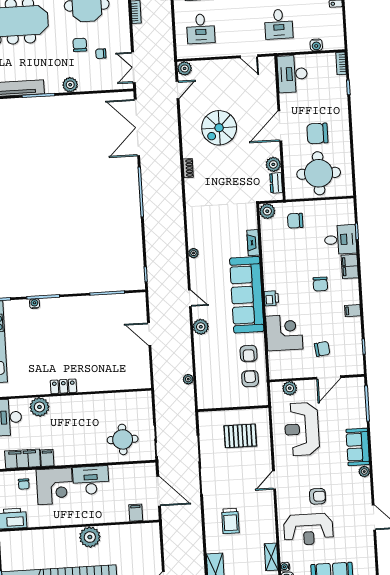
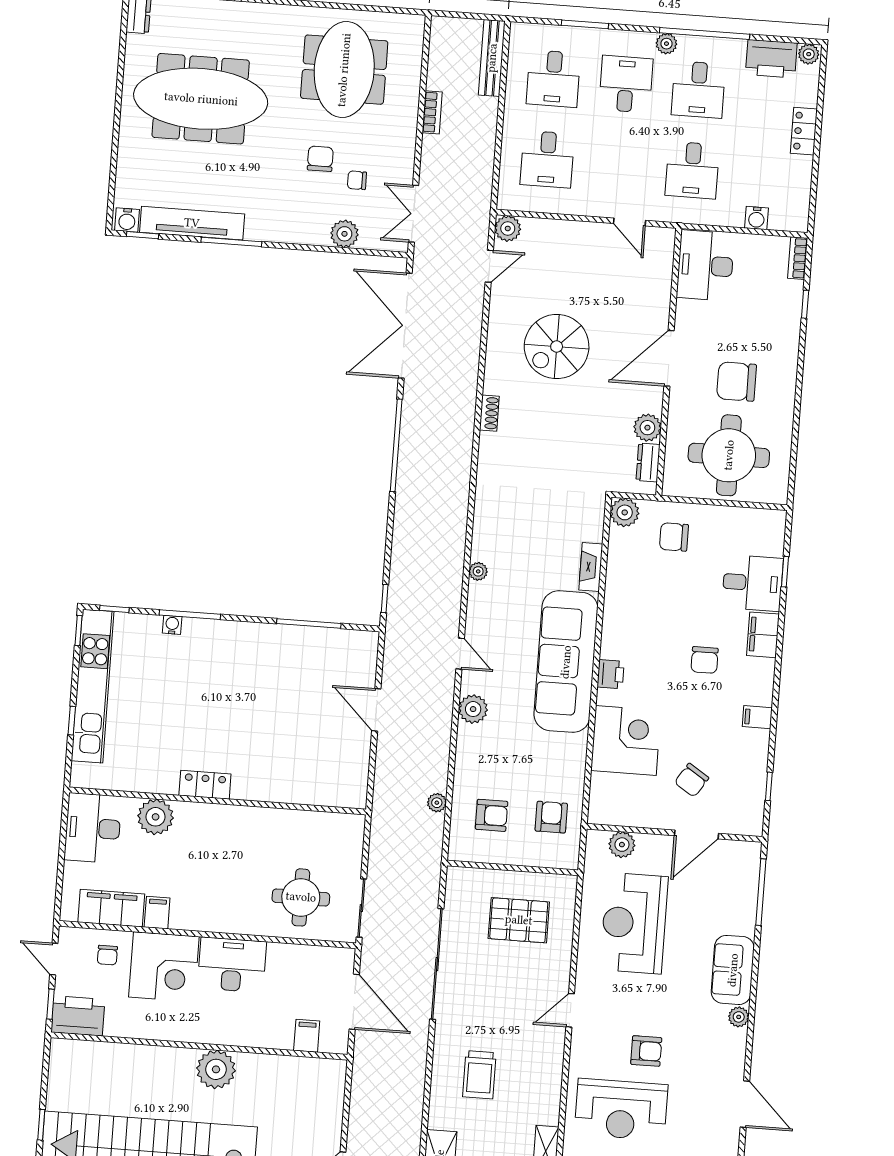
plant: (70, 85) -> (344, 234), moved
chair: (322, 349) -> (692, 780), turned 130
armchair: (249, 354) -> (492, 815), moved, turned -90

